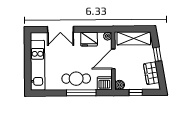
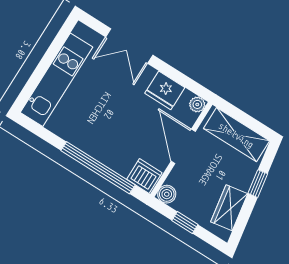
door: (113, 59) -> (183, 146), hinge flipped
cafe table: (76, 79) -> (104, 140), removed
window: (81, 93) -> (98, 168), width x1.46

